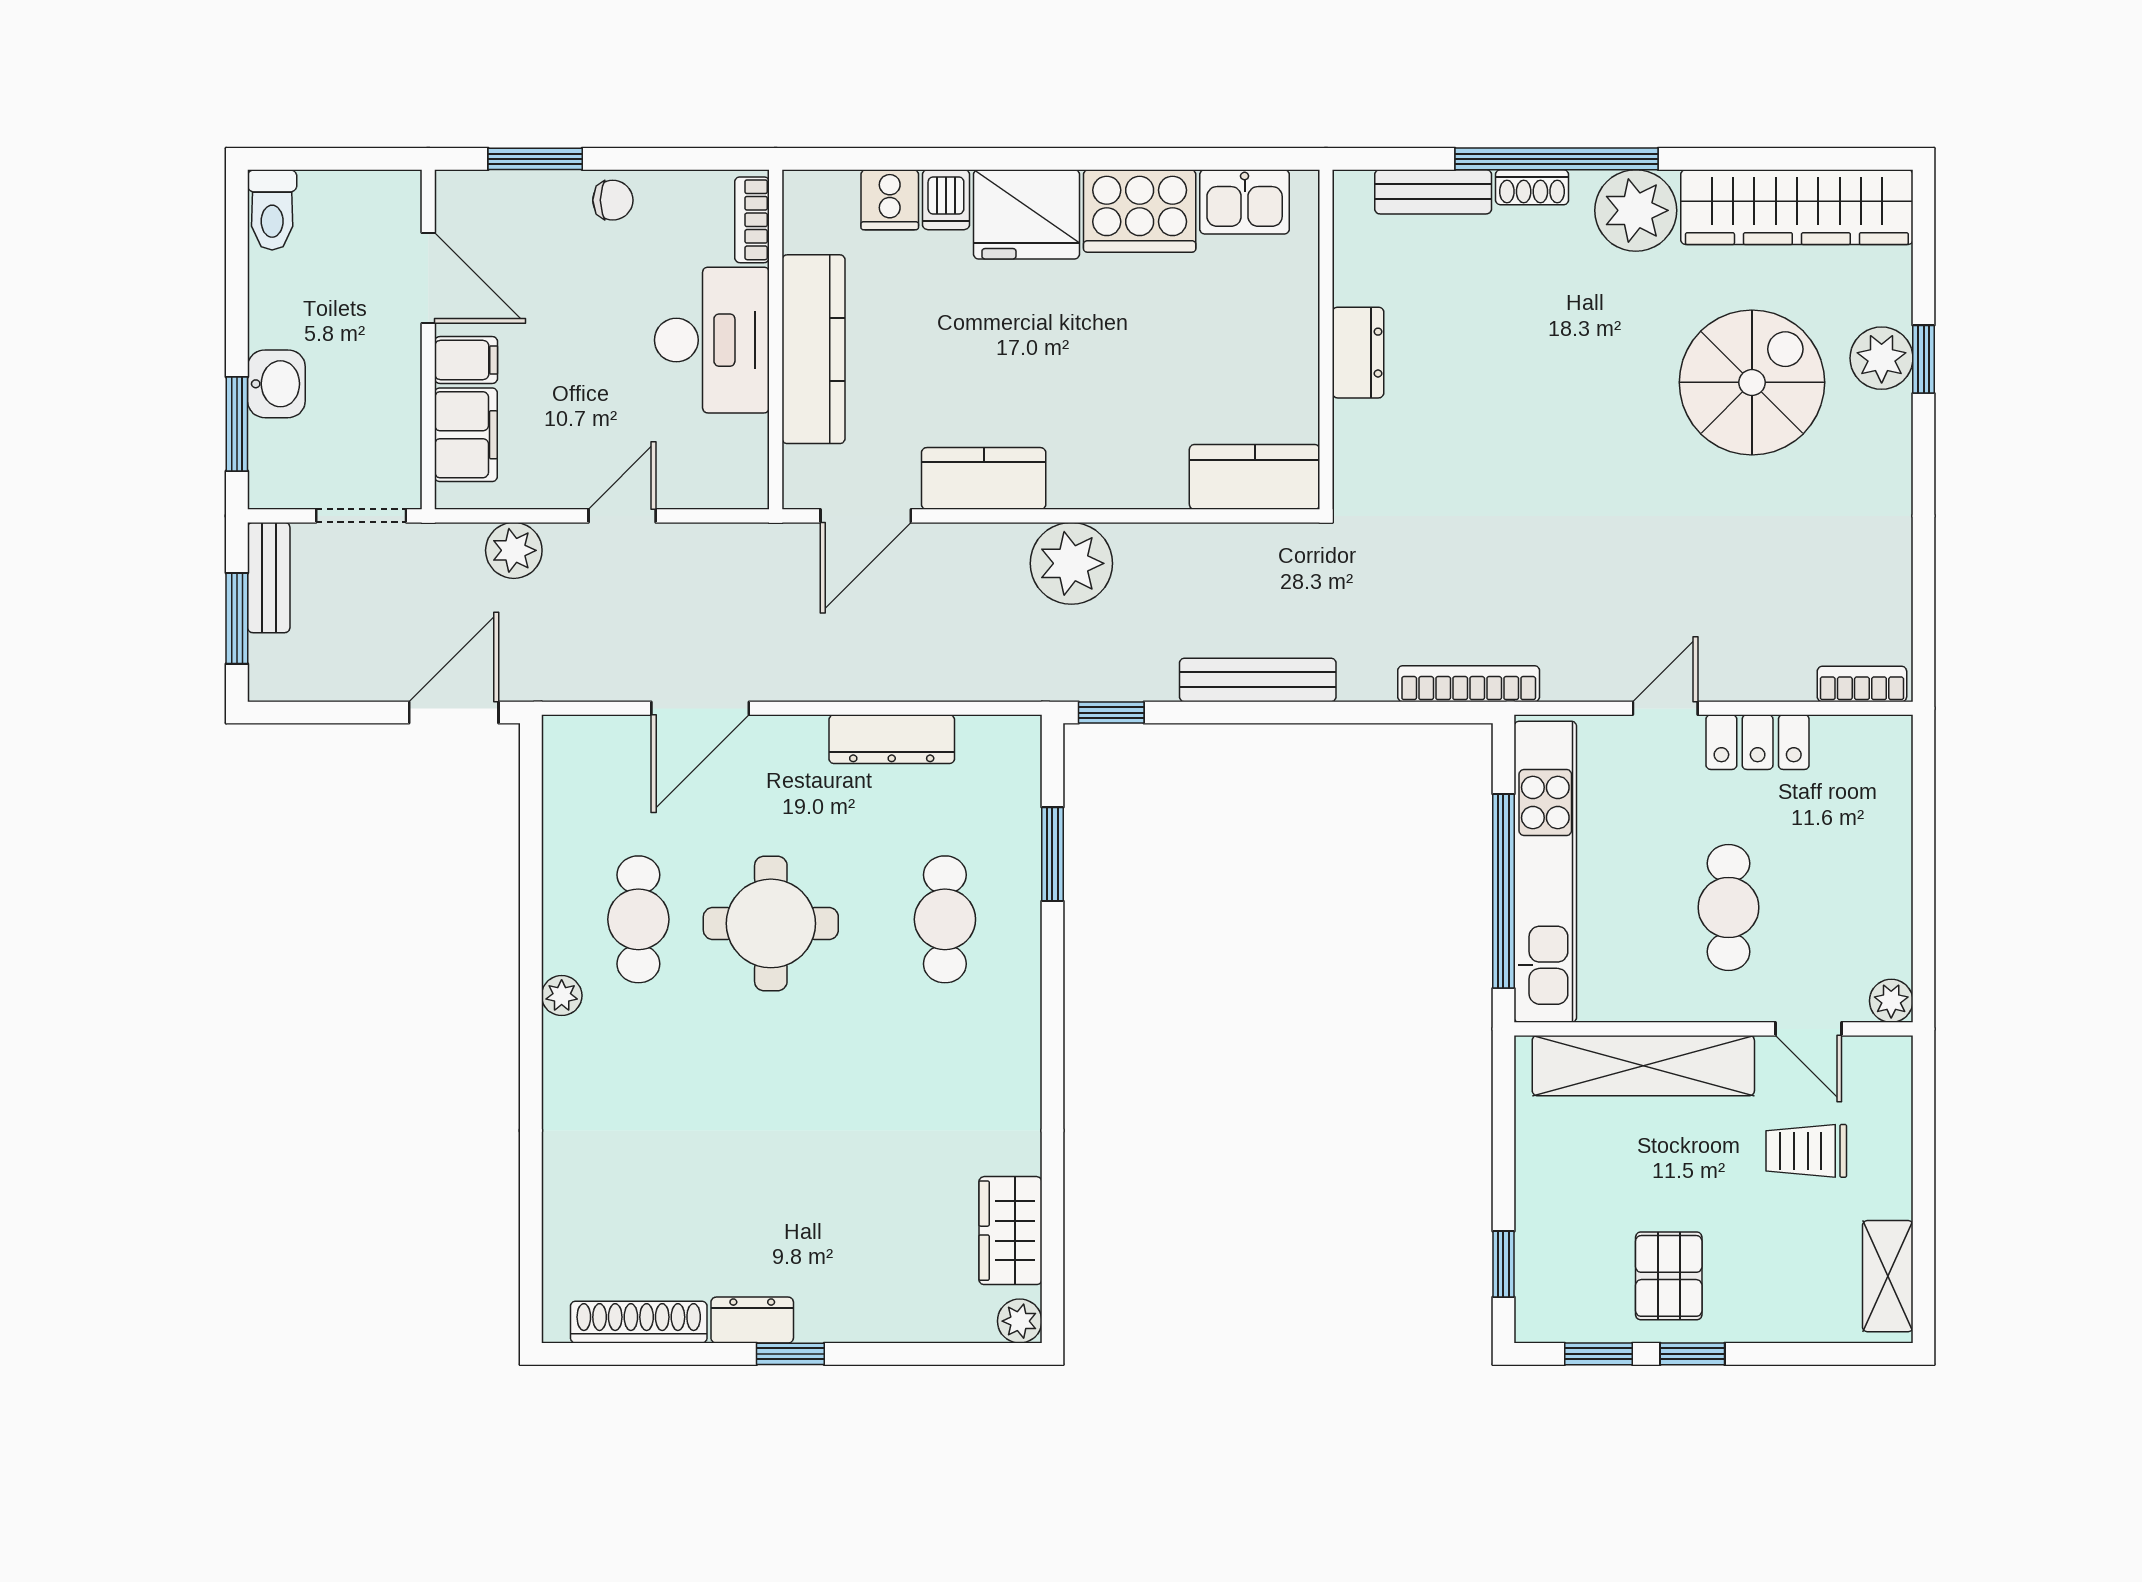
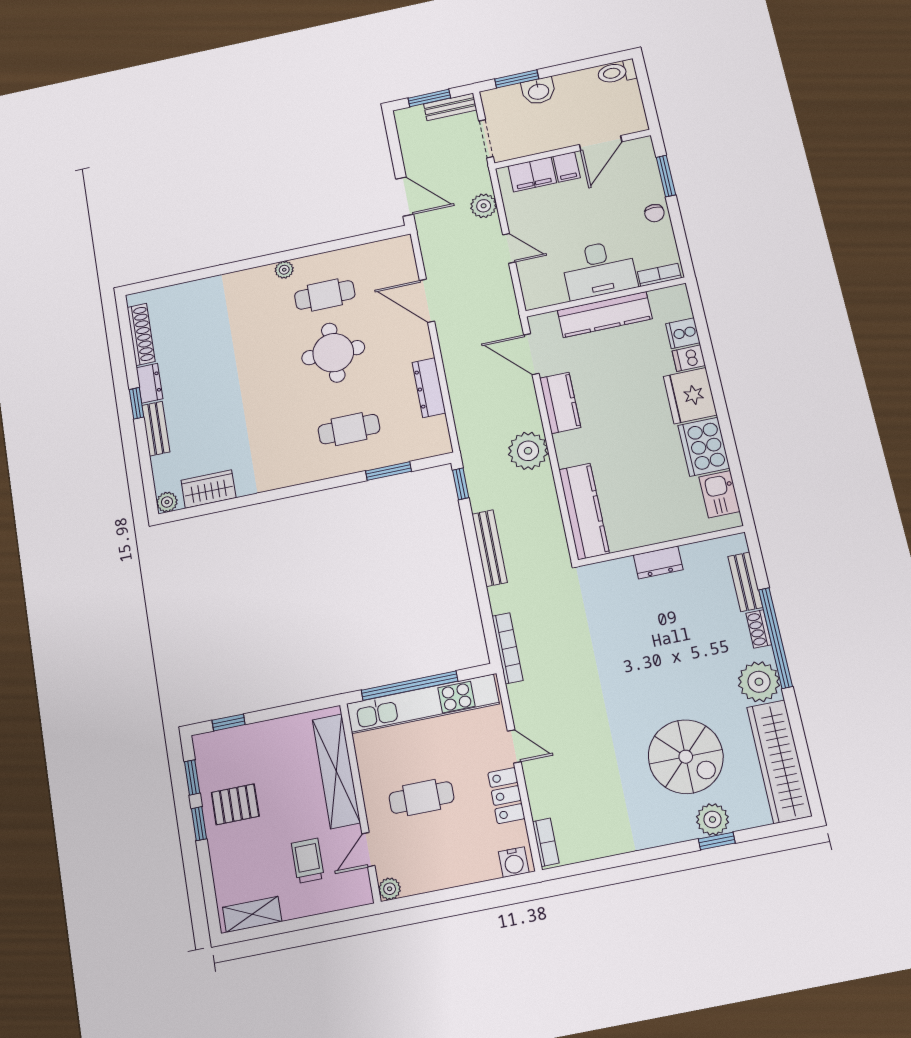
kitchen counter: (1255, 477) -> (584, 511), width x1.50
water cooler: (1887, 753) -> (514, 862), added
bench: (855, 1321) -> (156, 429), added

